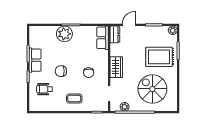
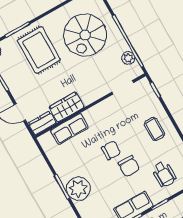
row of seats: (103, 38) -> (69, 129), moved
wardrobe: (116, 67) -> (67, 107), moved
chair: (89, 73) -> (111, 150), moved

